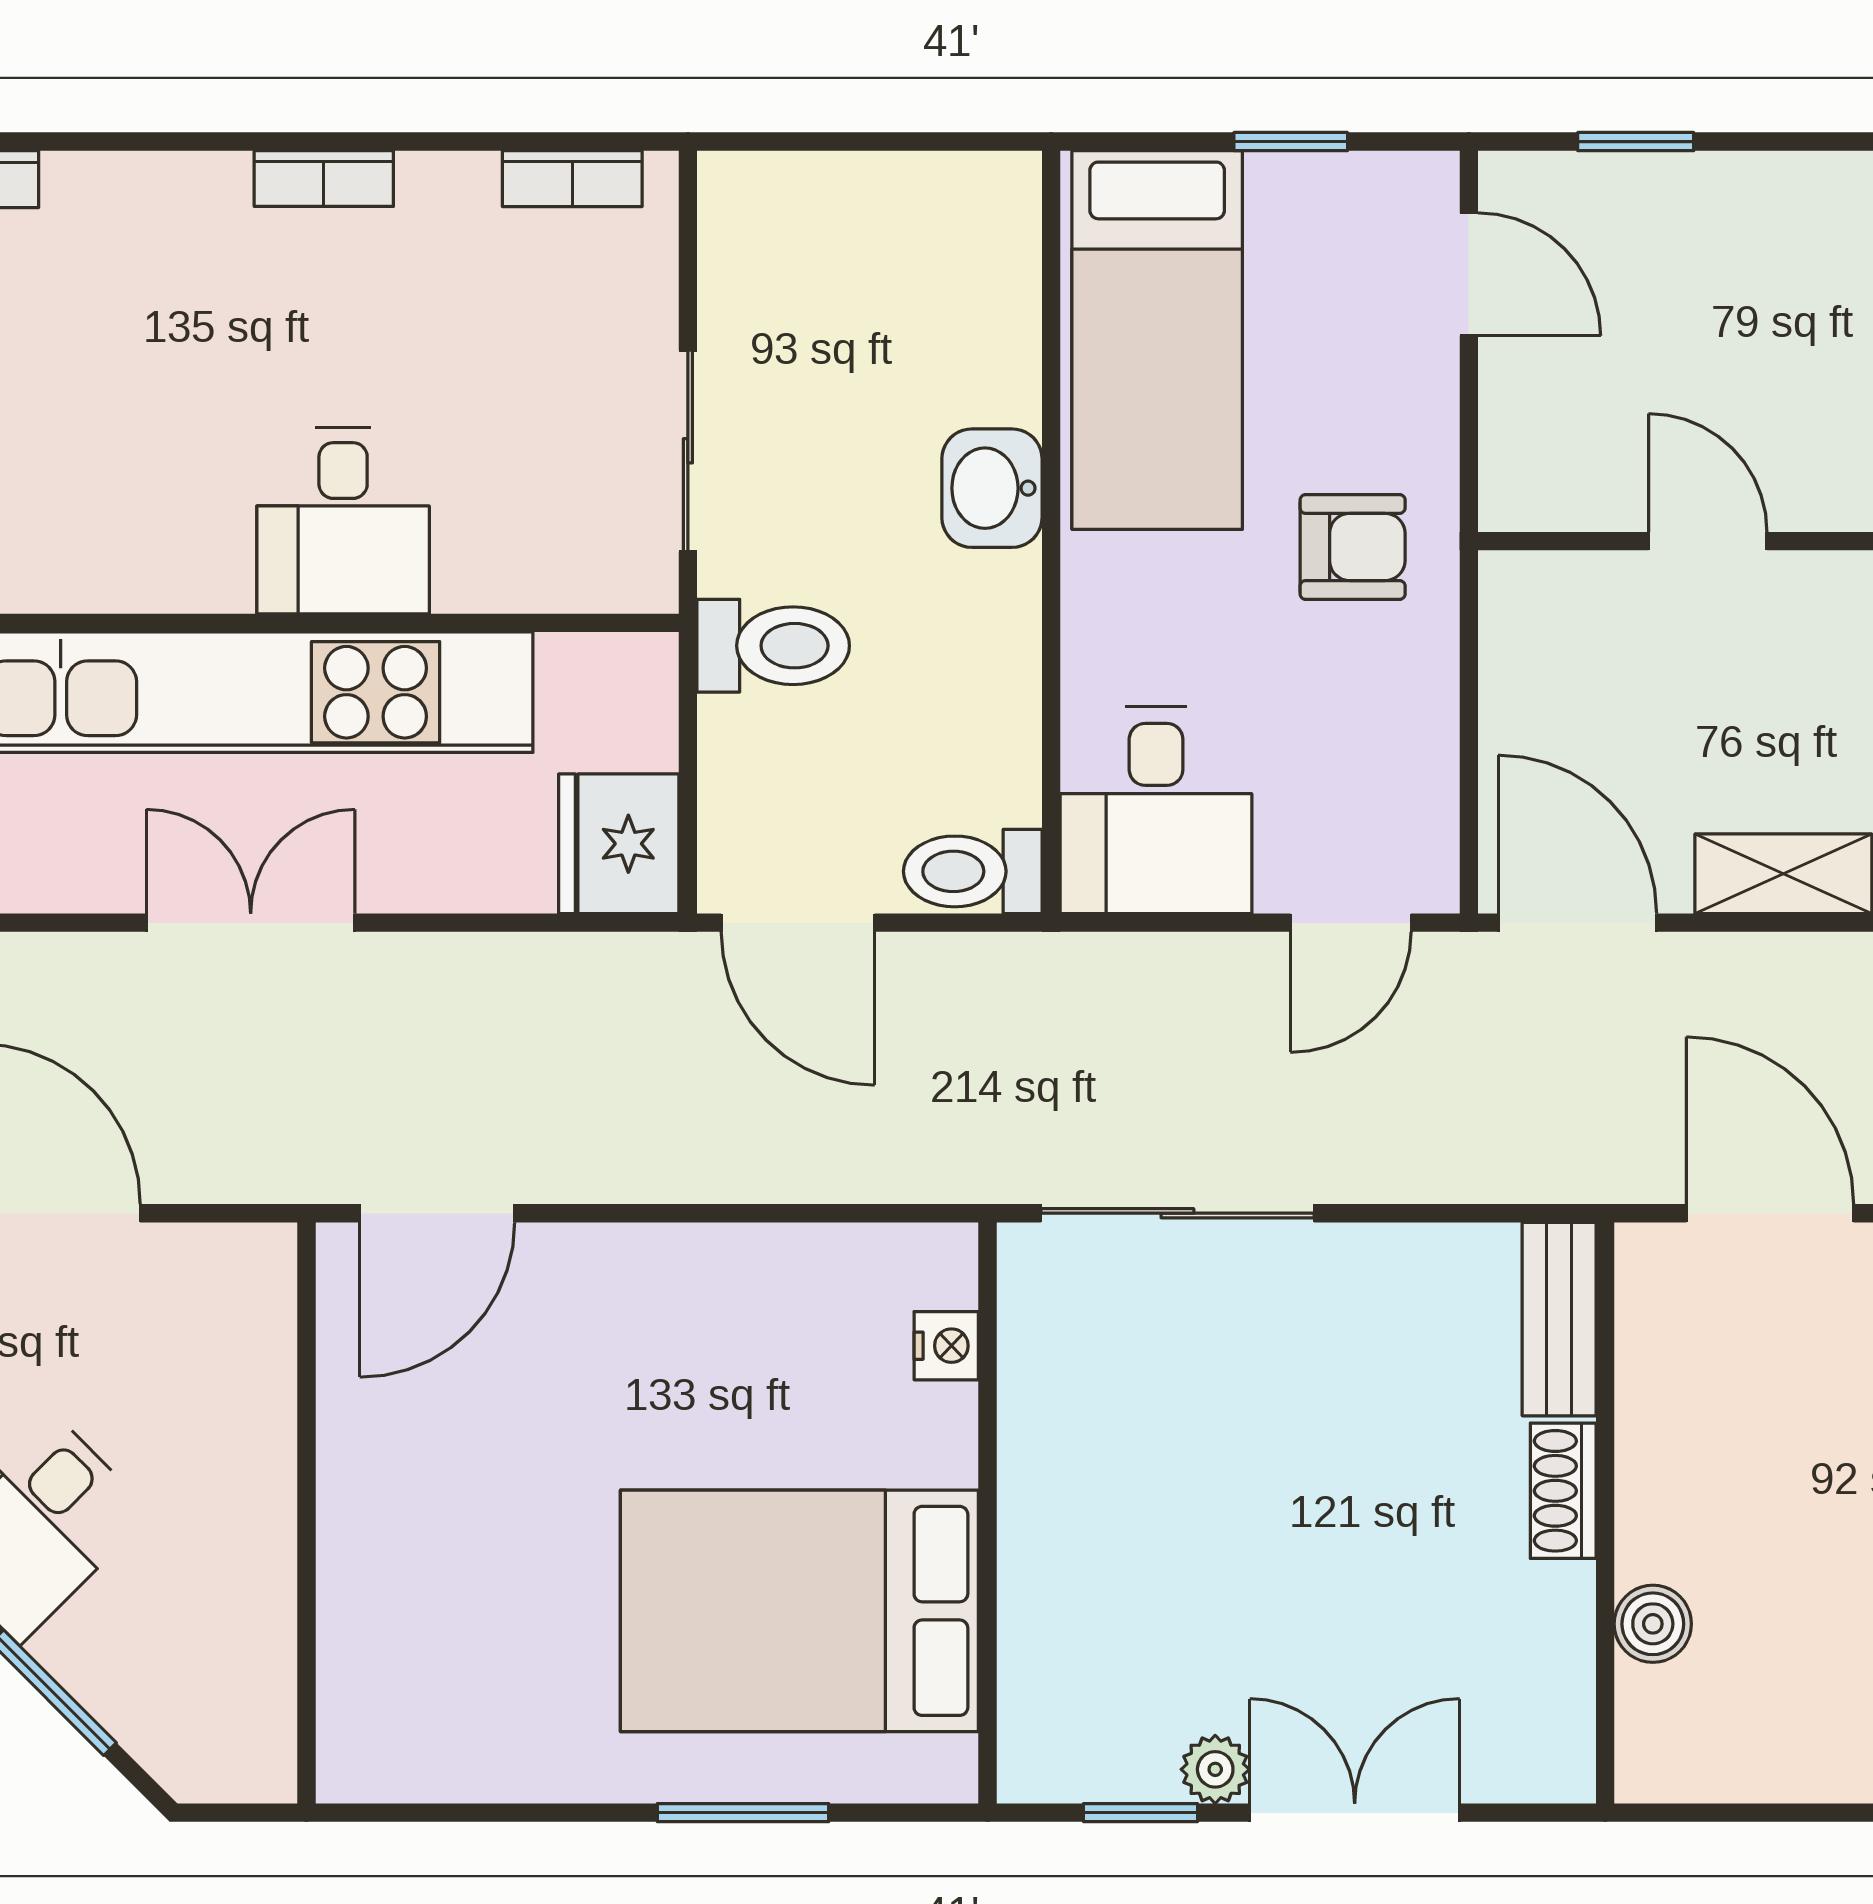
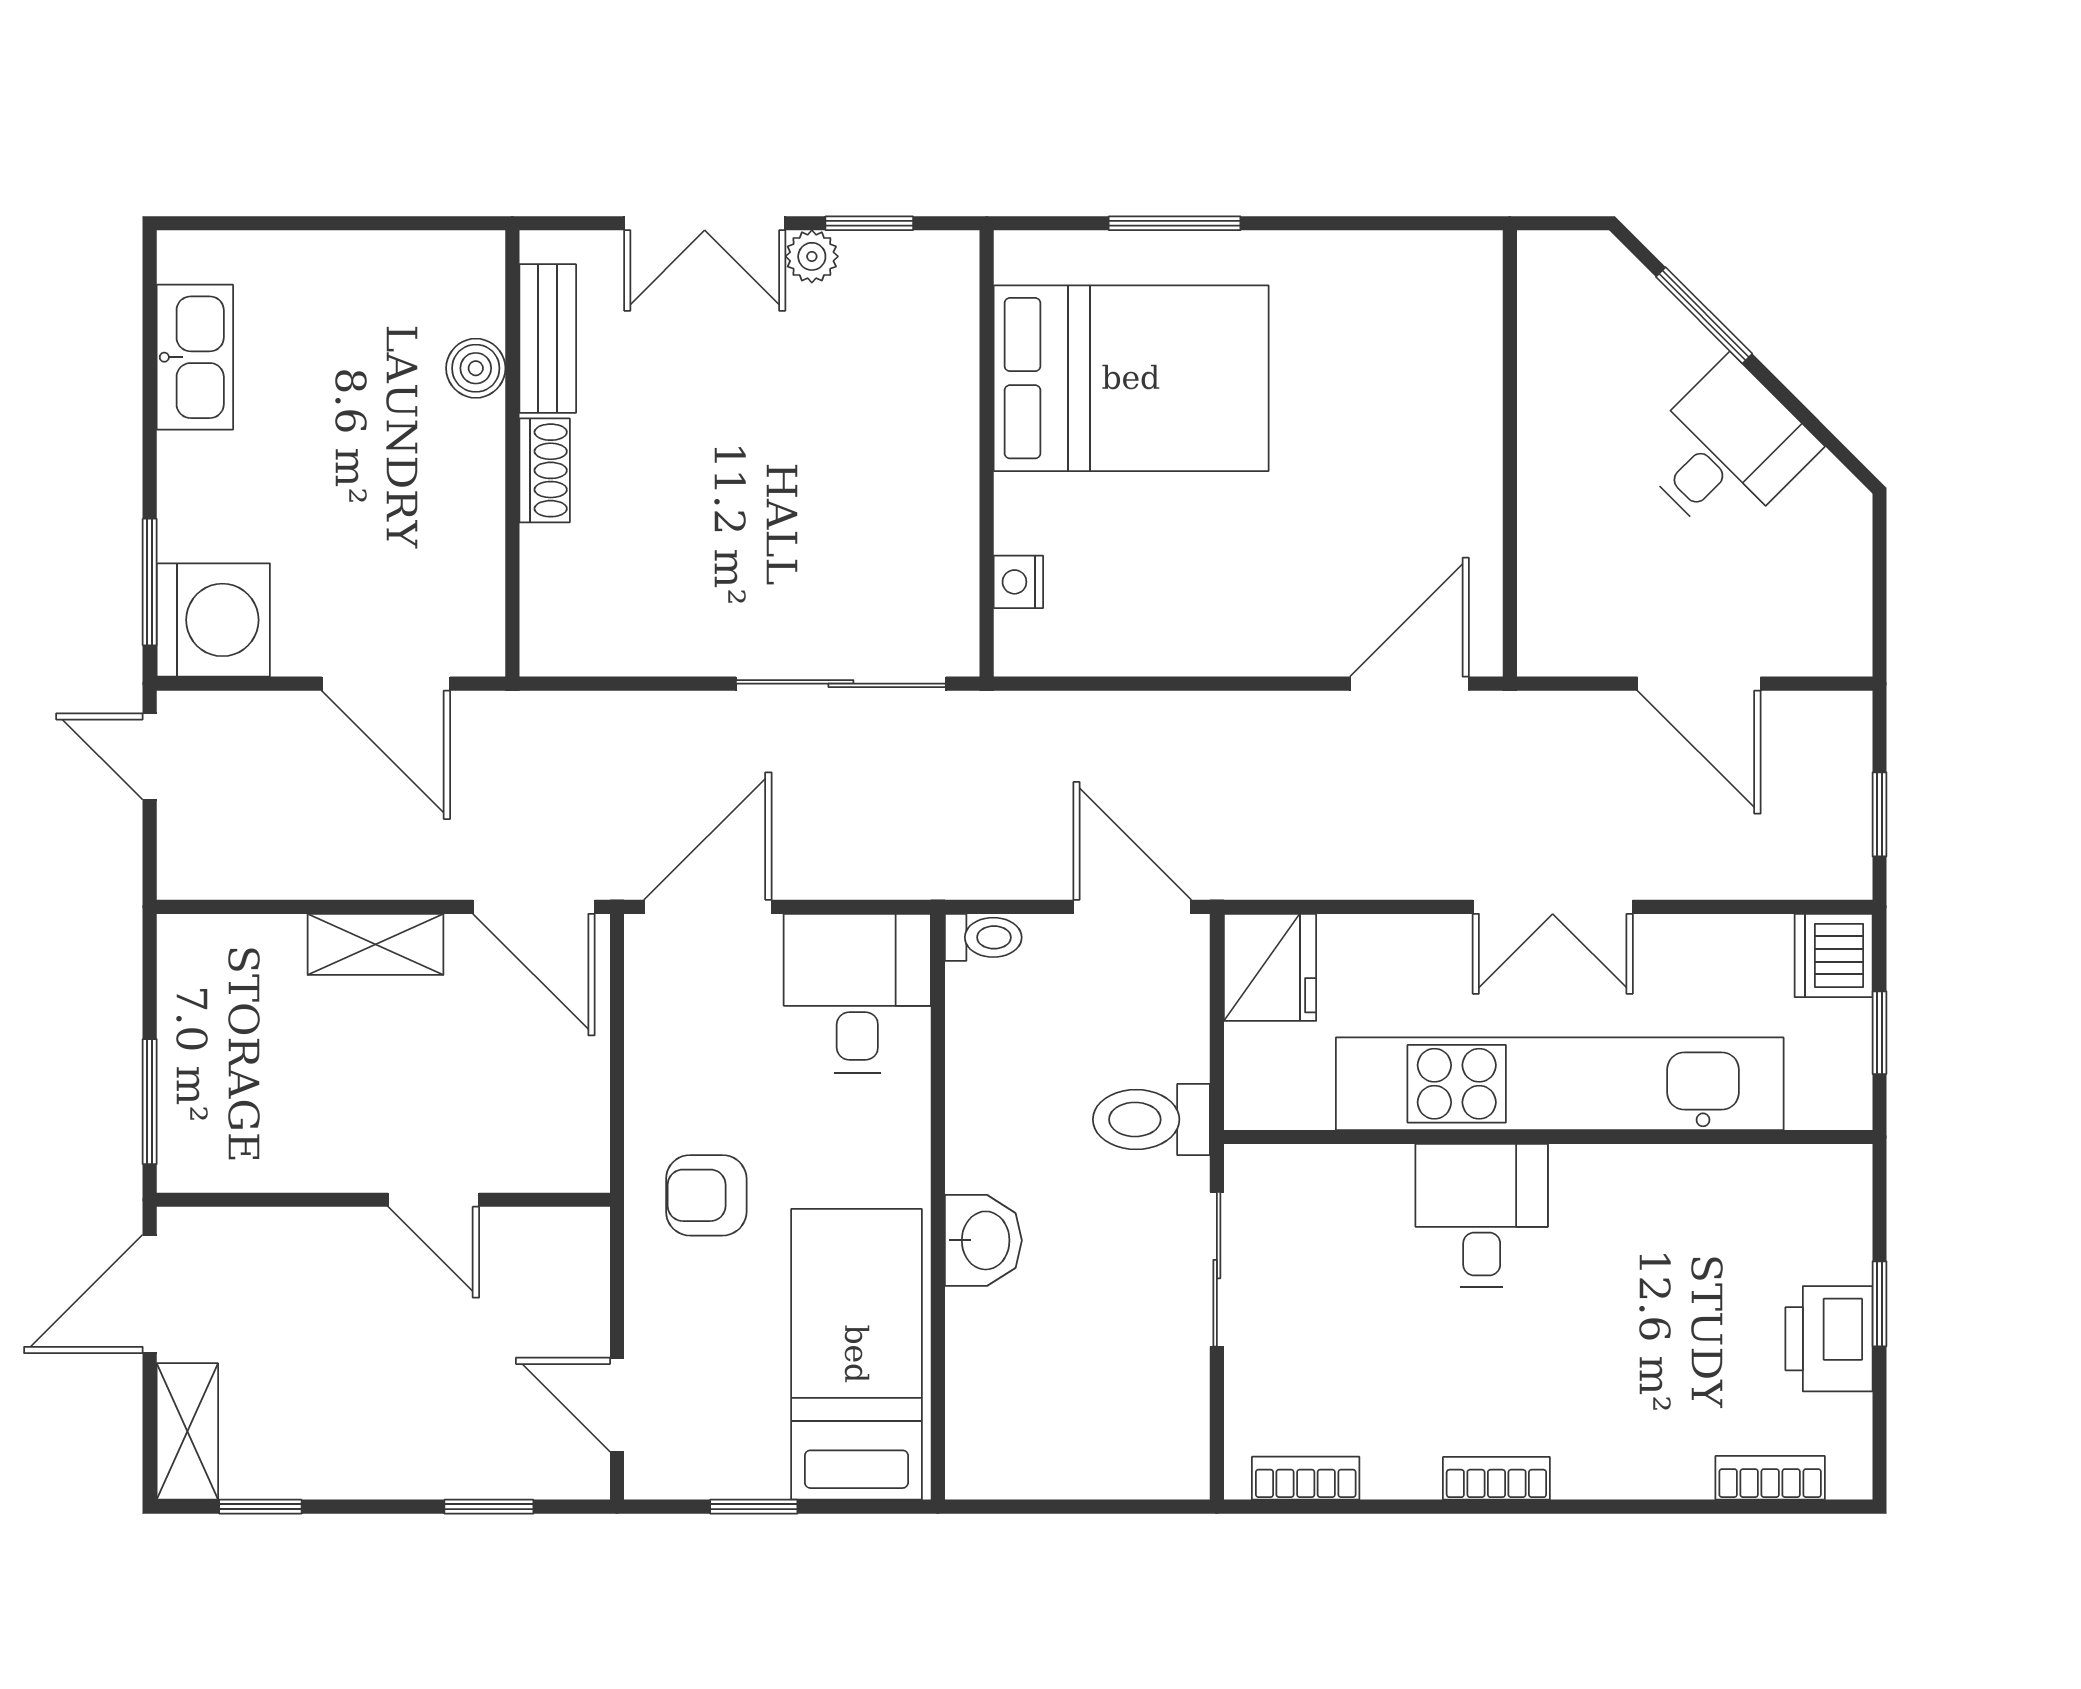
toilet: (973, 871) -> (983, 937), width x0.73, depth x0.72
door: (1351, 923) -> (708, 907), width x1.37
bench: (1559, 1319) -> (548, 339), moved

